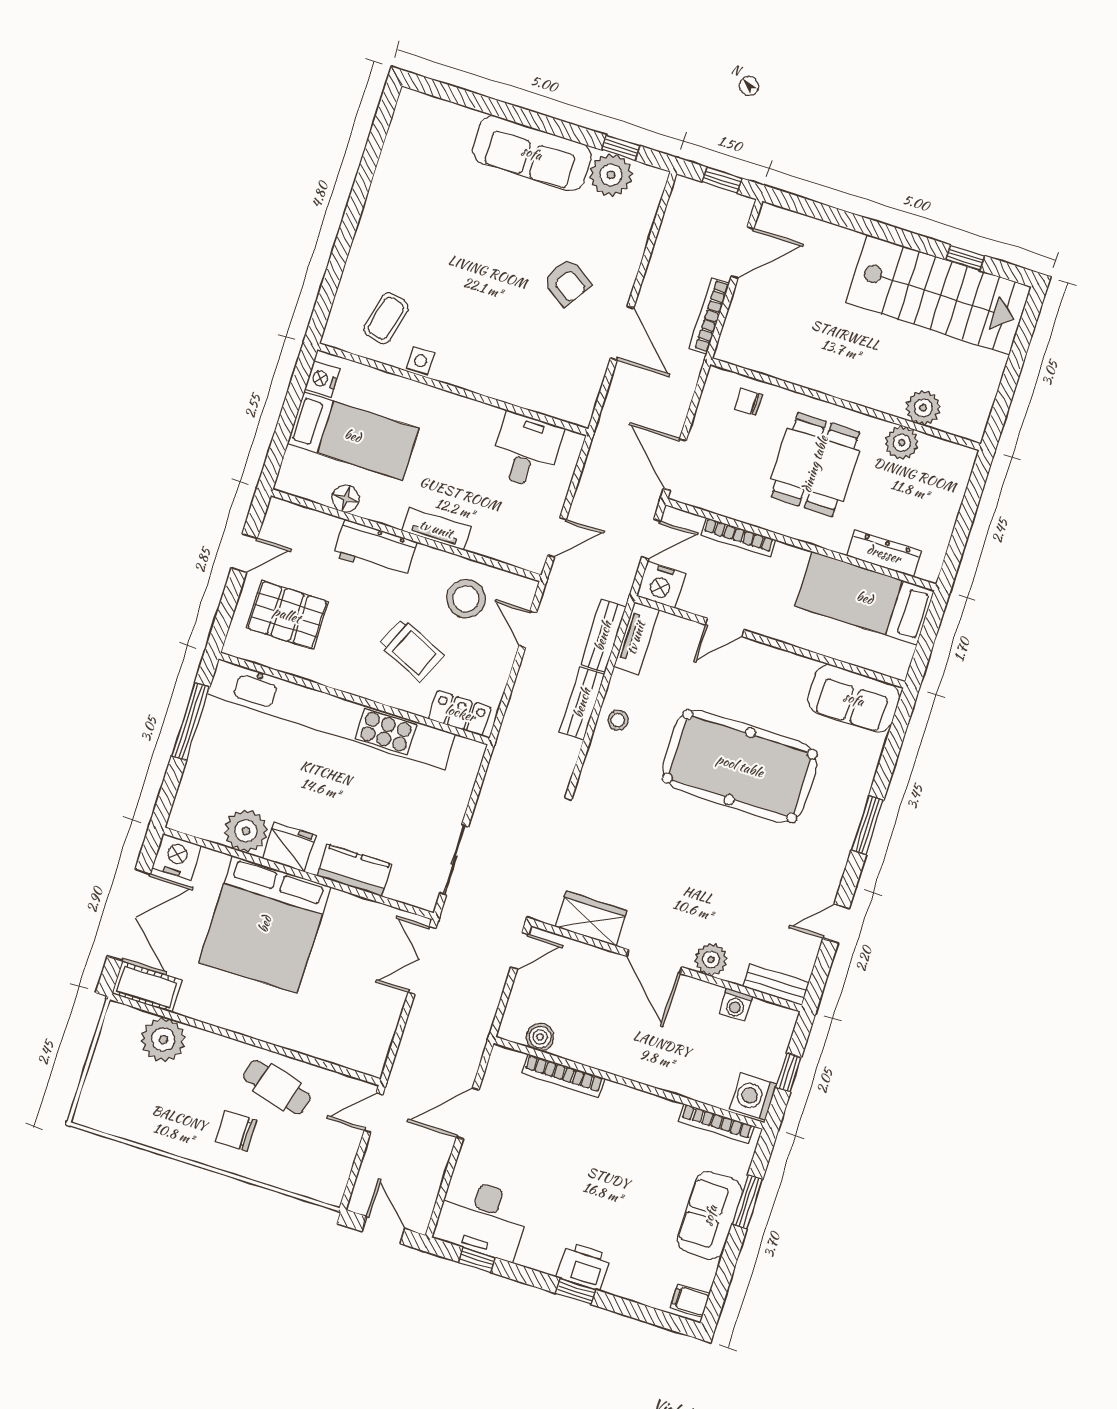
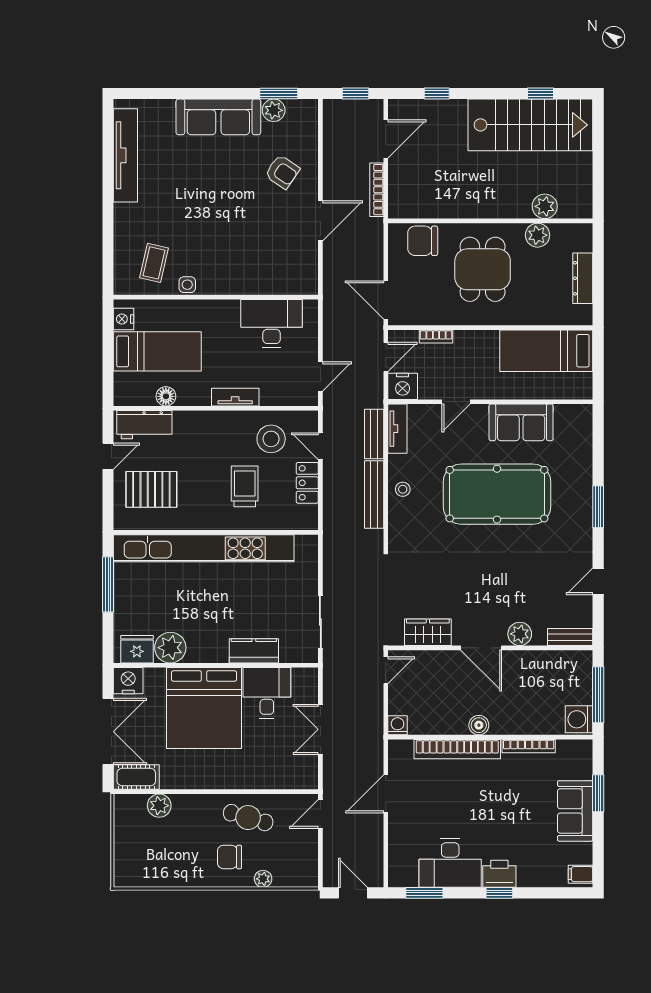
window: (621, 148) -> (279, 93), width x1.50
tv unit: (393, 165) -> (125, 155), added
plant: (611, 175) -> (274, 110), width x0.73, depth x0.73
window: (829, 214) -> (437, 93), added
armchair: (567, 282) -> (282, 172), moved
door: (622, 333) -> (320, 221), hinge flipped
chair: (748, 402) -> (423, 241), width x1.87, depth x1.87
desk: (526, 451) -> (272, 323), width x1.37
bookcase: (738, 537) -> (436, 337), width x0.64
workbench: (375, 549) -> (144, 425), moved
dresser: (884, 554) -> (583, 278), moved, turned -90
trolley: (411, 650) -> (245, 486), turned -114
sofa: (854, 699) -> (521, 422), moved
bench: (582, 703) -> (374, 494), width x1.36
locker: (460, 713) -> (307, 483), moved, turned -90
fridge: (289, 847) -> (137, 649), moved
desk: (354, 931) -> (267, 693), added
double door: (422, 960) -> (320, 729), moved
washing machine: (736, 1005) -> (398, 725), moved, turned 180
boiler: (540, 1037) -> (479, 725), moved
plant: (163, 1040) -> (159, 806), width x0.73, depth x0.73
window: (789, 1072) -> (598, 695), width x2.17
bookcase: (563, 1076) -> (457, 749), width x1.48, depth x1.31
bookcase: (716, 1124) -> (529, 746), moved
plant: (271, 1174) -> (263, 879), added
desk: (482, 1219) -> (450, 863), moved
window: (477, 1260) -> (424, 893), width x1.50

